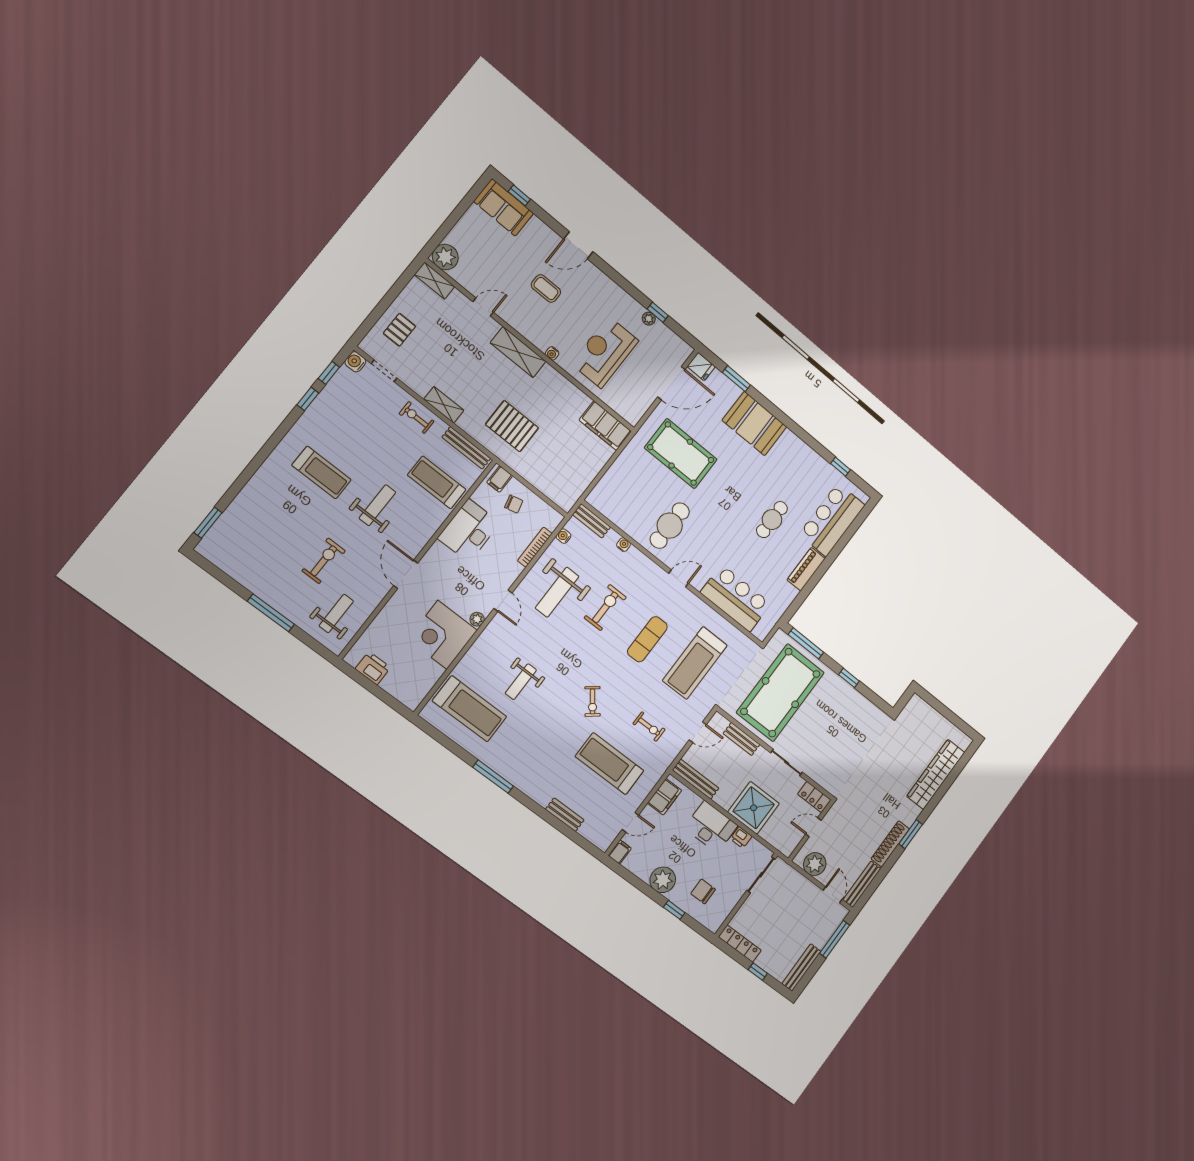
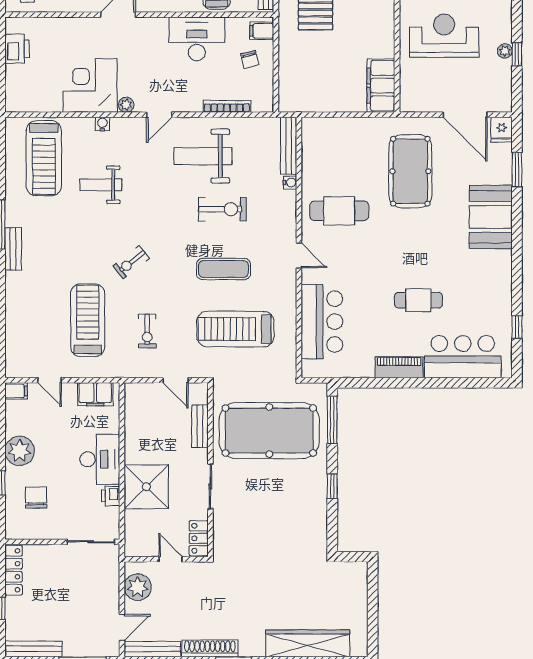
bench: (592, 521) -> (289, 146), width x1.36
water cooler: (564, 536) -> (102, 124), moved
bench: (696, 779) -> (132, 411), removed
bench: (565, 815) -> (13, 249), moved

